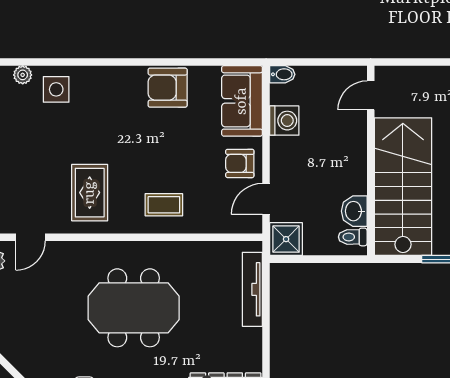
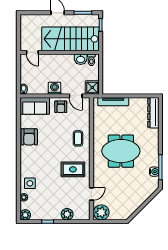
washing machine: (284, 121) -> (54, 88), moved
door: (31, 237) -> (92, 194), hinge flipped
meeting table: (134, 308) -> (121, 151), turned 90

